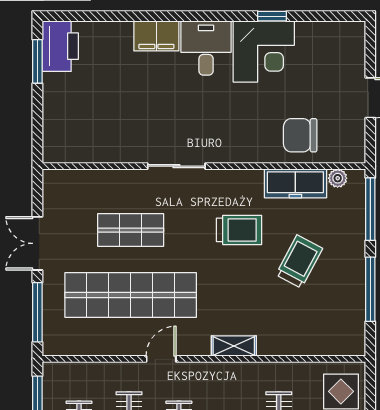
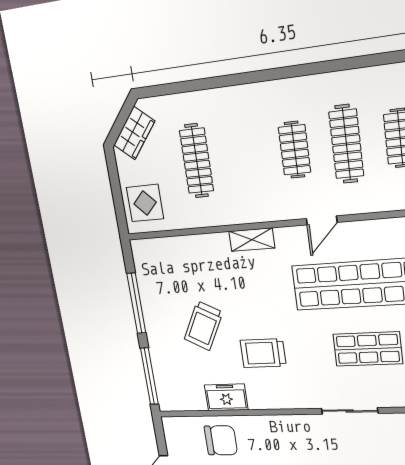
sliding door: (176, 166) -> (350, 411), moved
plant: (338, 178) -> (182, 403), removed
freezer: (295, 183) -> (226, 397), width x0.71

